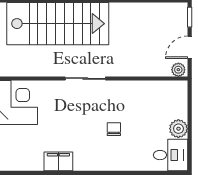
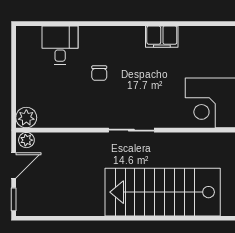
plant: (178, 129) -> (26, 118), moved
desk: (171, 155) -> (60, 45), moved, turned 90

